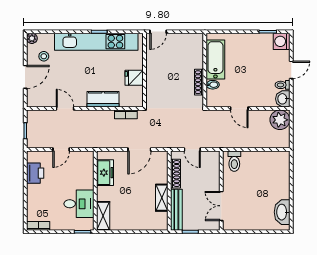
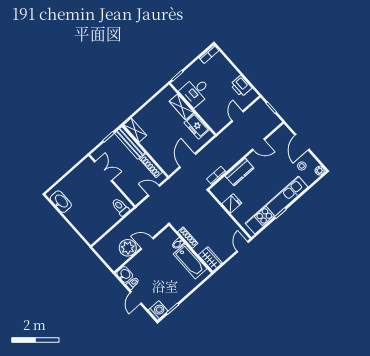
wardrobe: (196, 46) -> (210, 259), added
plant: (280, 120) -> (128, 248), moved
shelving: (162, 198) -> (135, 130), moved
shelving: (103, 216) -> (181, 107), moved

